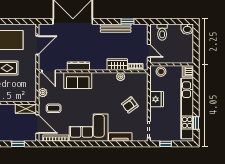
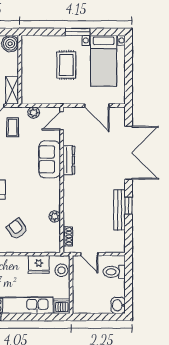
window: (127, 21) -> (129, 206), moved
door: (149, 51) -> (89, 254), hinge flipped
wardrobe: (117, 65) -> (71, 212), removed
fridge: (157, 99) -> (39, 264), moved

